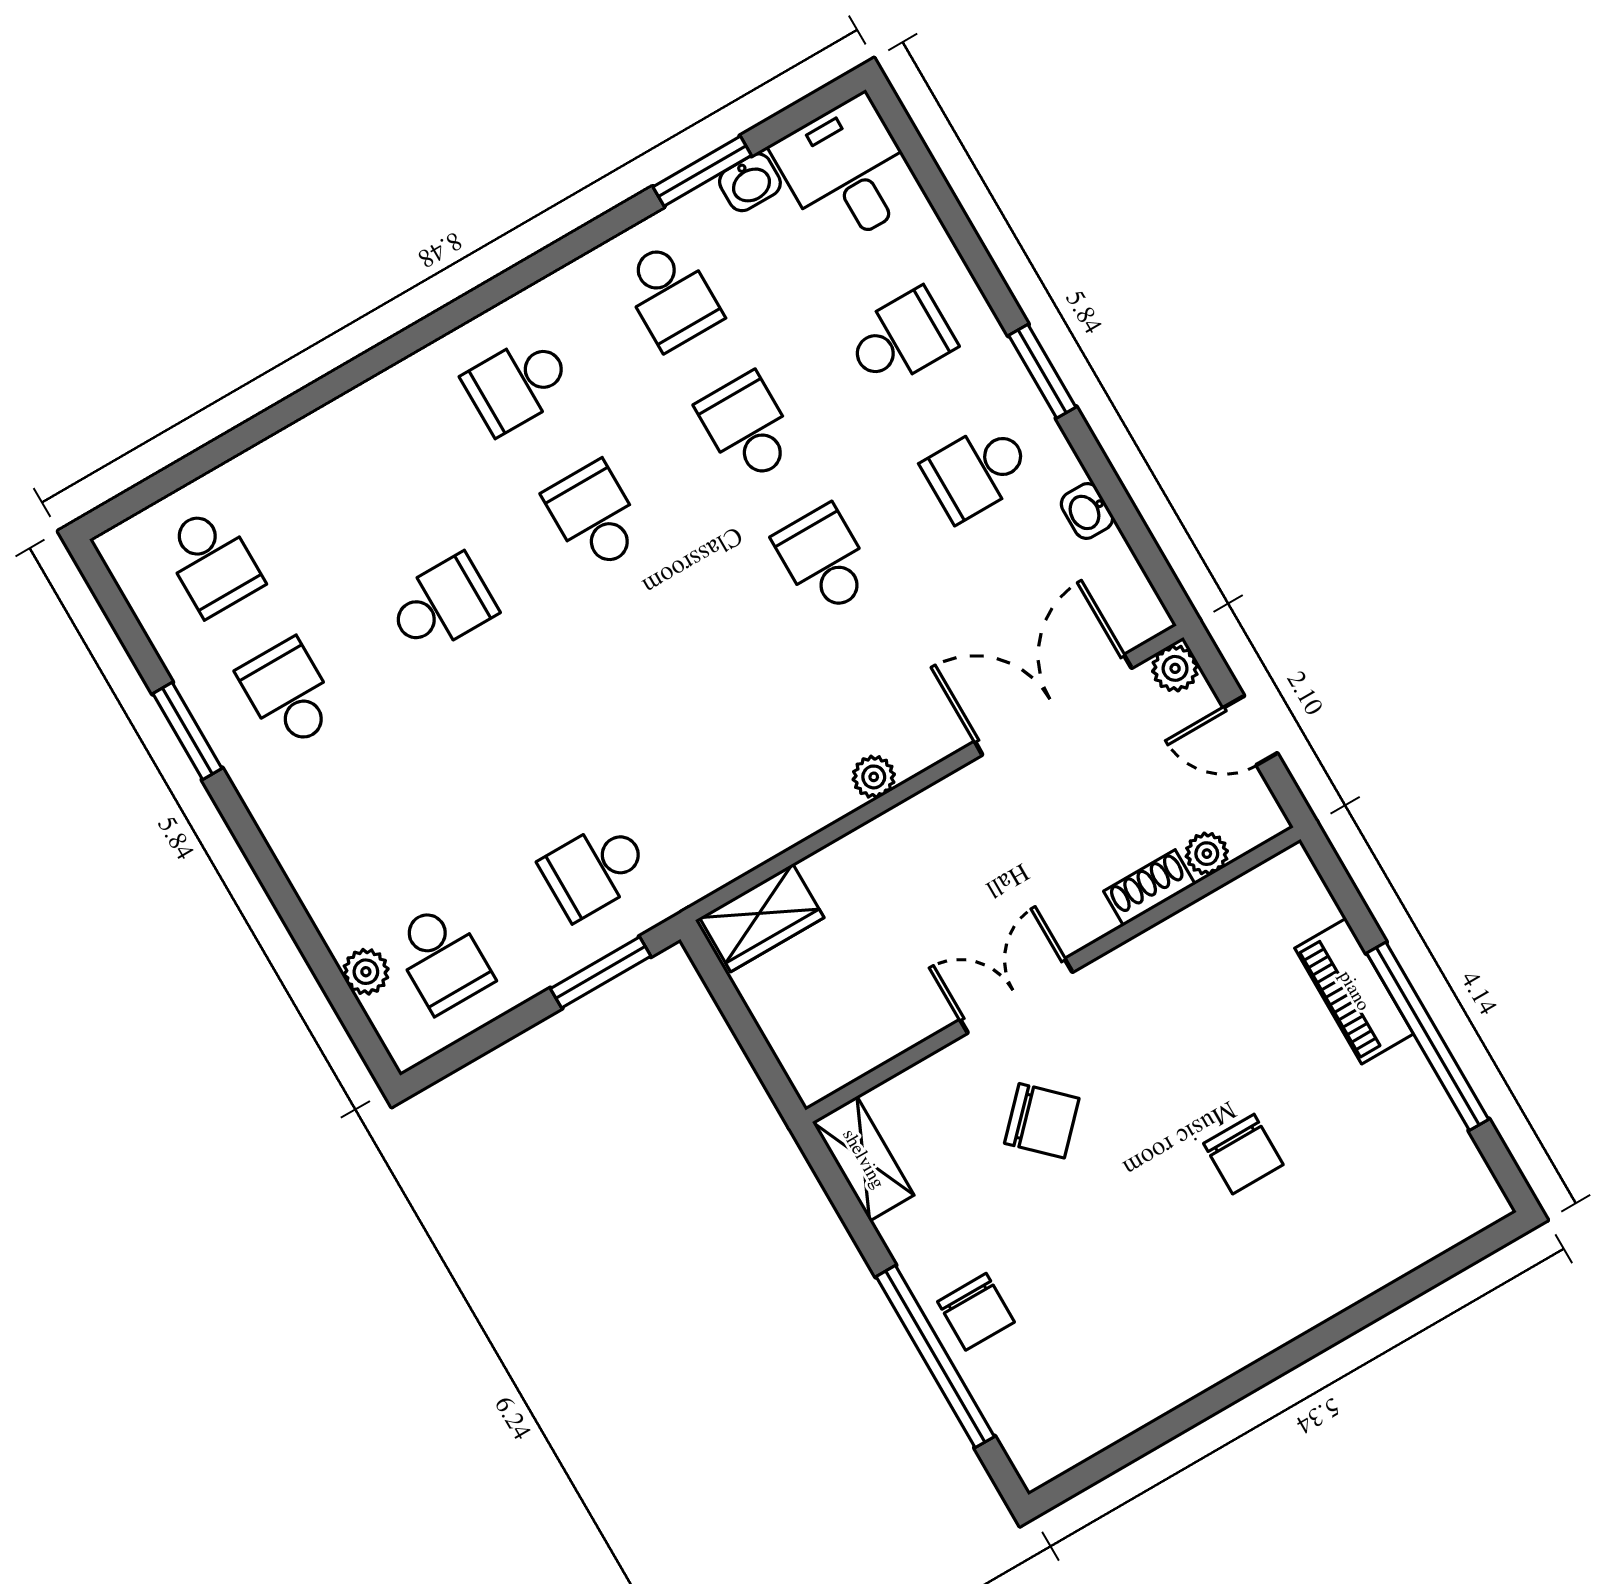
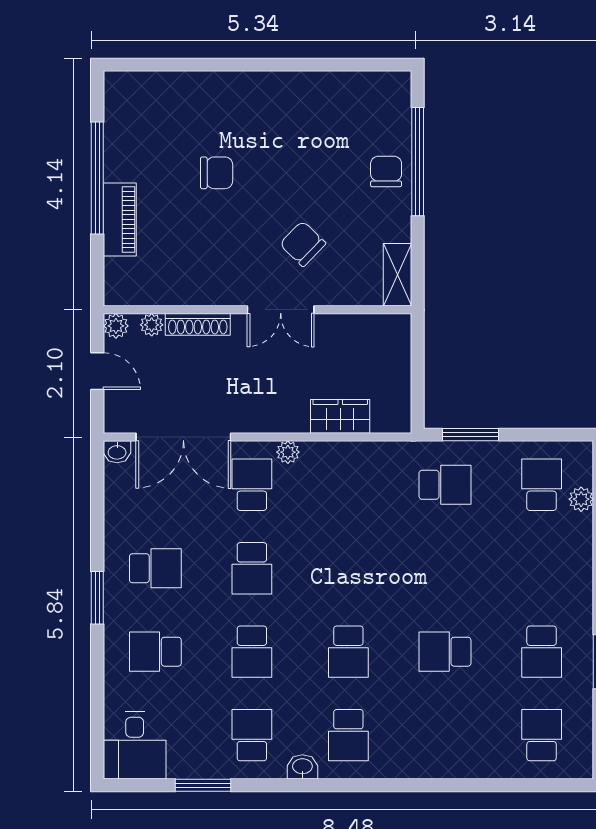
washbasin: (750, 182) -> (302, 767), moved
school desk: (518, 384) -> (348, 735), turned 90
washbasin: (1087, 511) -> (117, 452), moved, turned 90
plant: (1175, 668) -> (116, 326), moved
school desk: (901, 692) -> (252, 485), added
shoe rack: (1149, 888) -> (198, 324), width x1.43
wardrobe: (762, 918) -> (340, 416), moved
chair: (1243, 1154) -> (217, 173), turned 90

